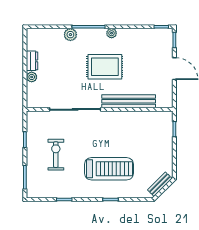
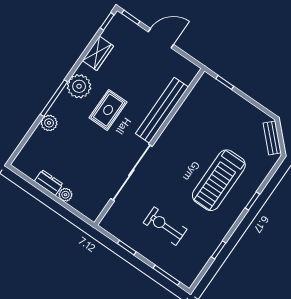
plant: (112, 33) -> (79, 86), width x1.88, depth x1.88
wardrobe: (137, 35) -> (98, 53), added
rug: (105, 67) -> (108, 110), width x0.73, depth x0.70
treadmill: (109, 169) -> (219, 180), turned 180

